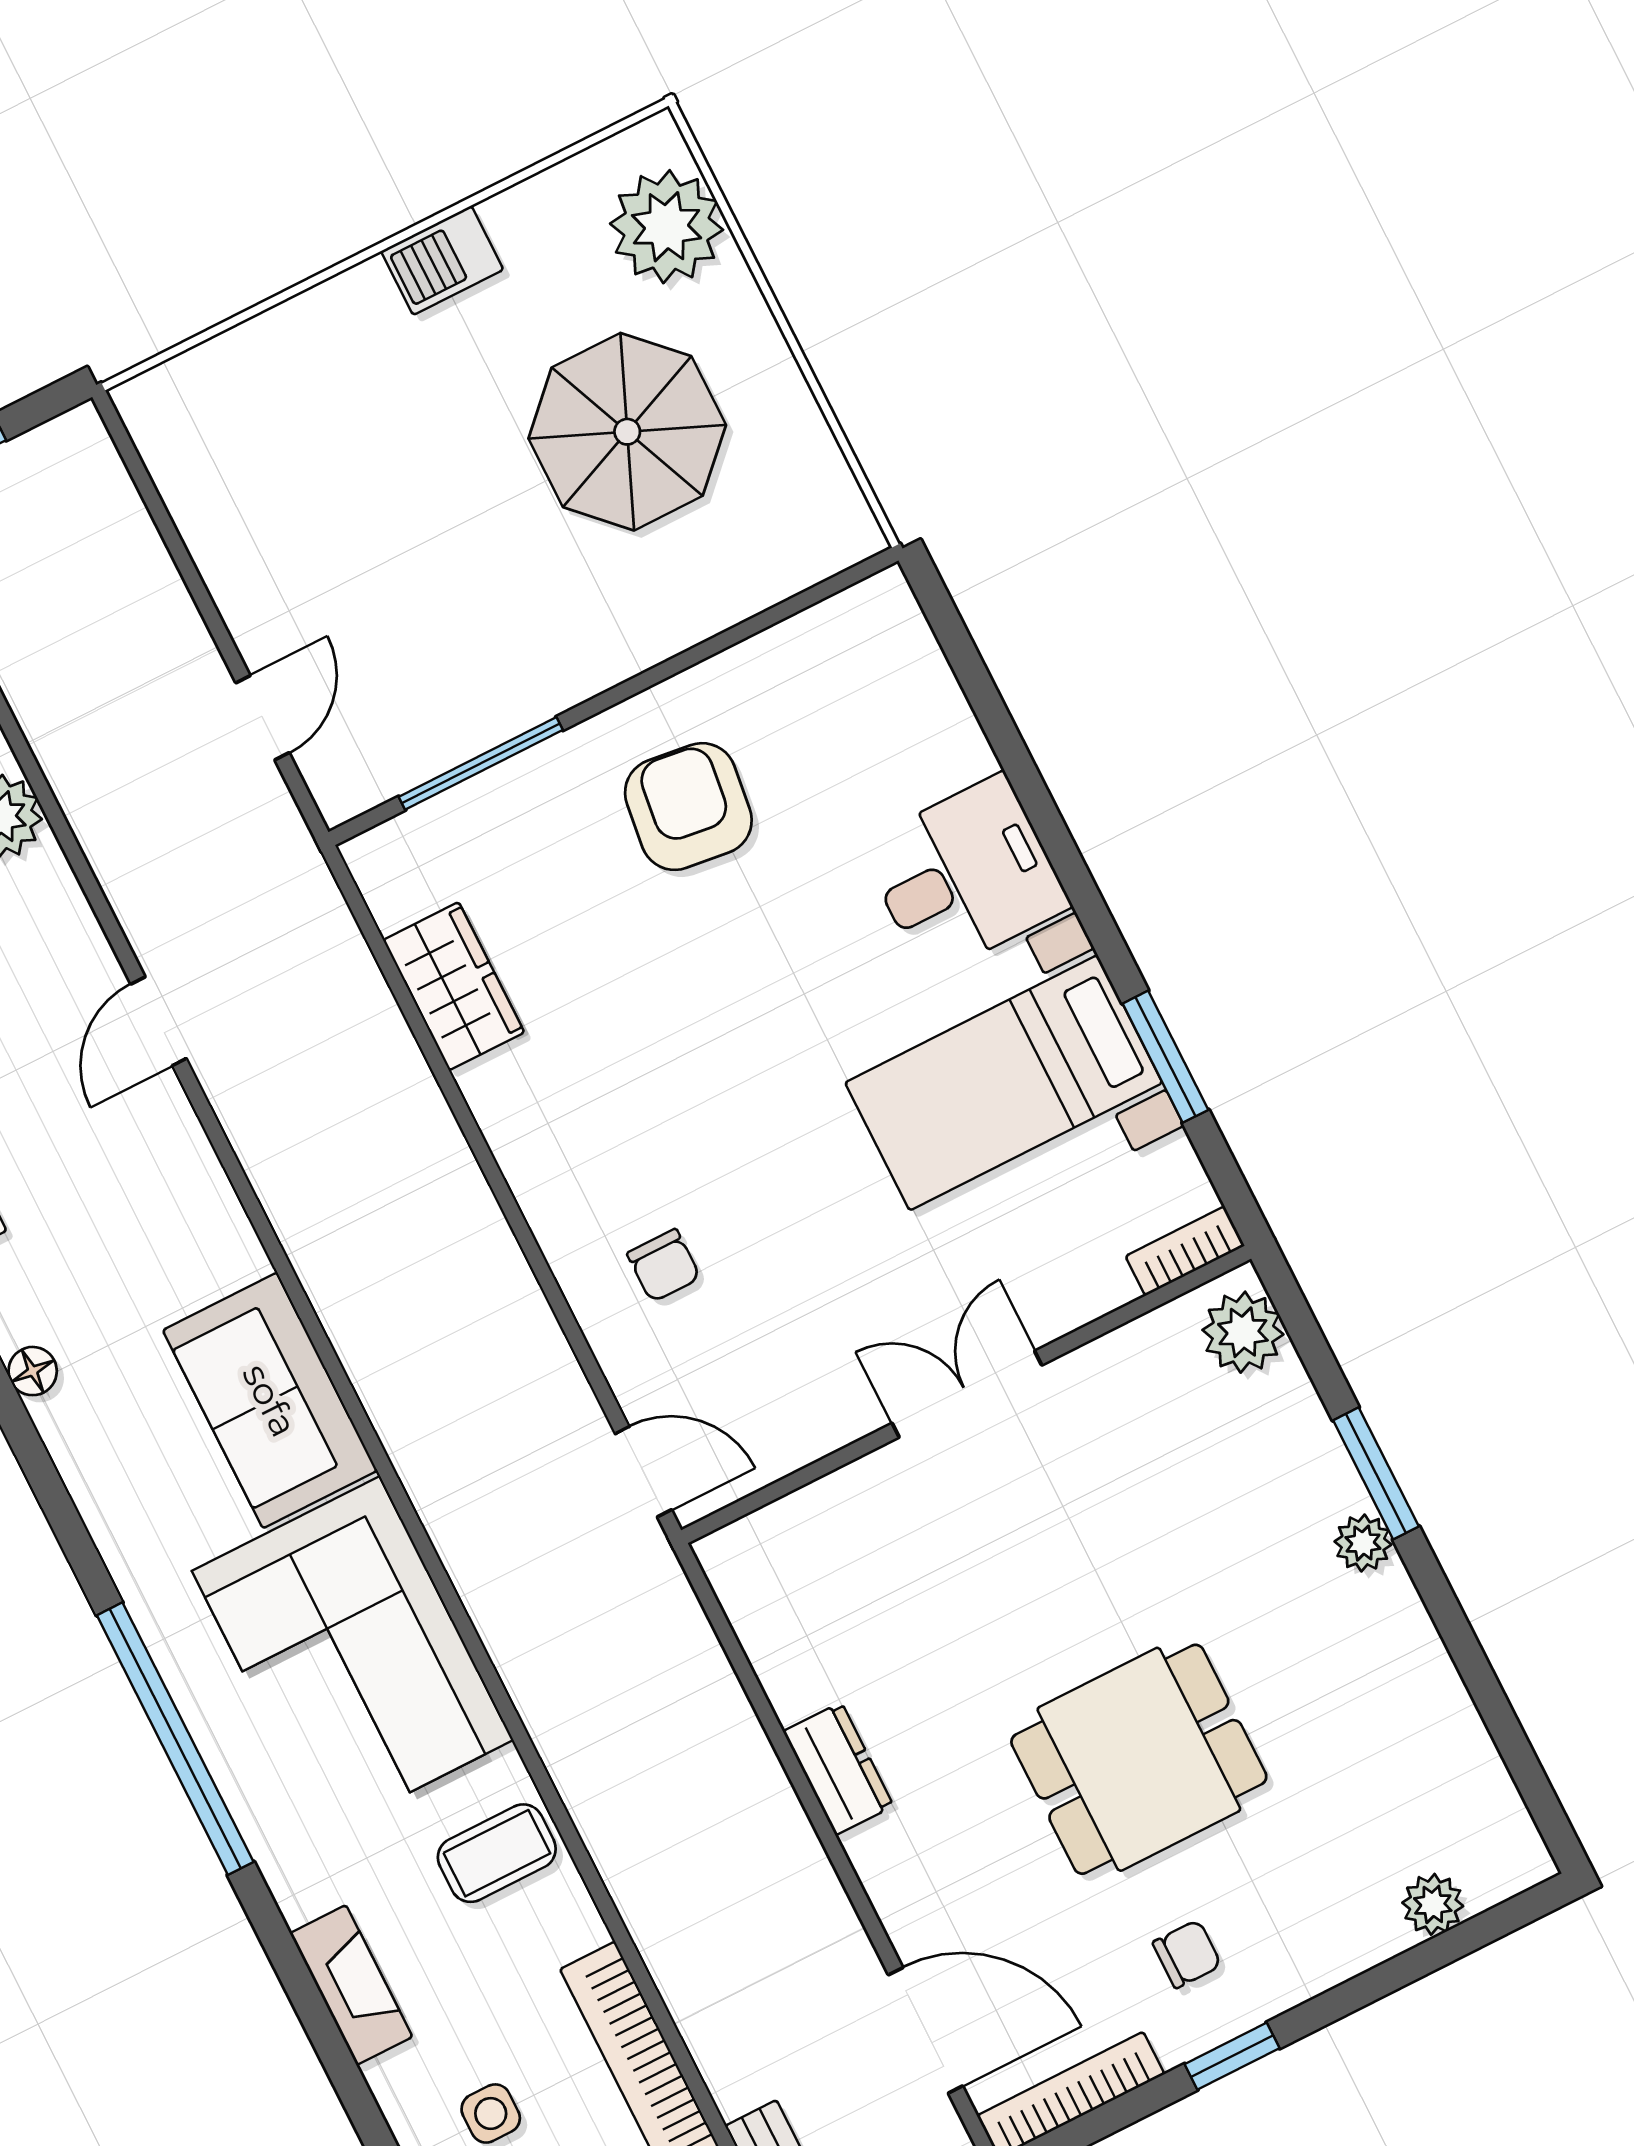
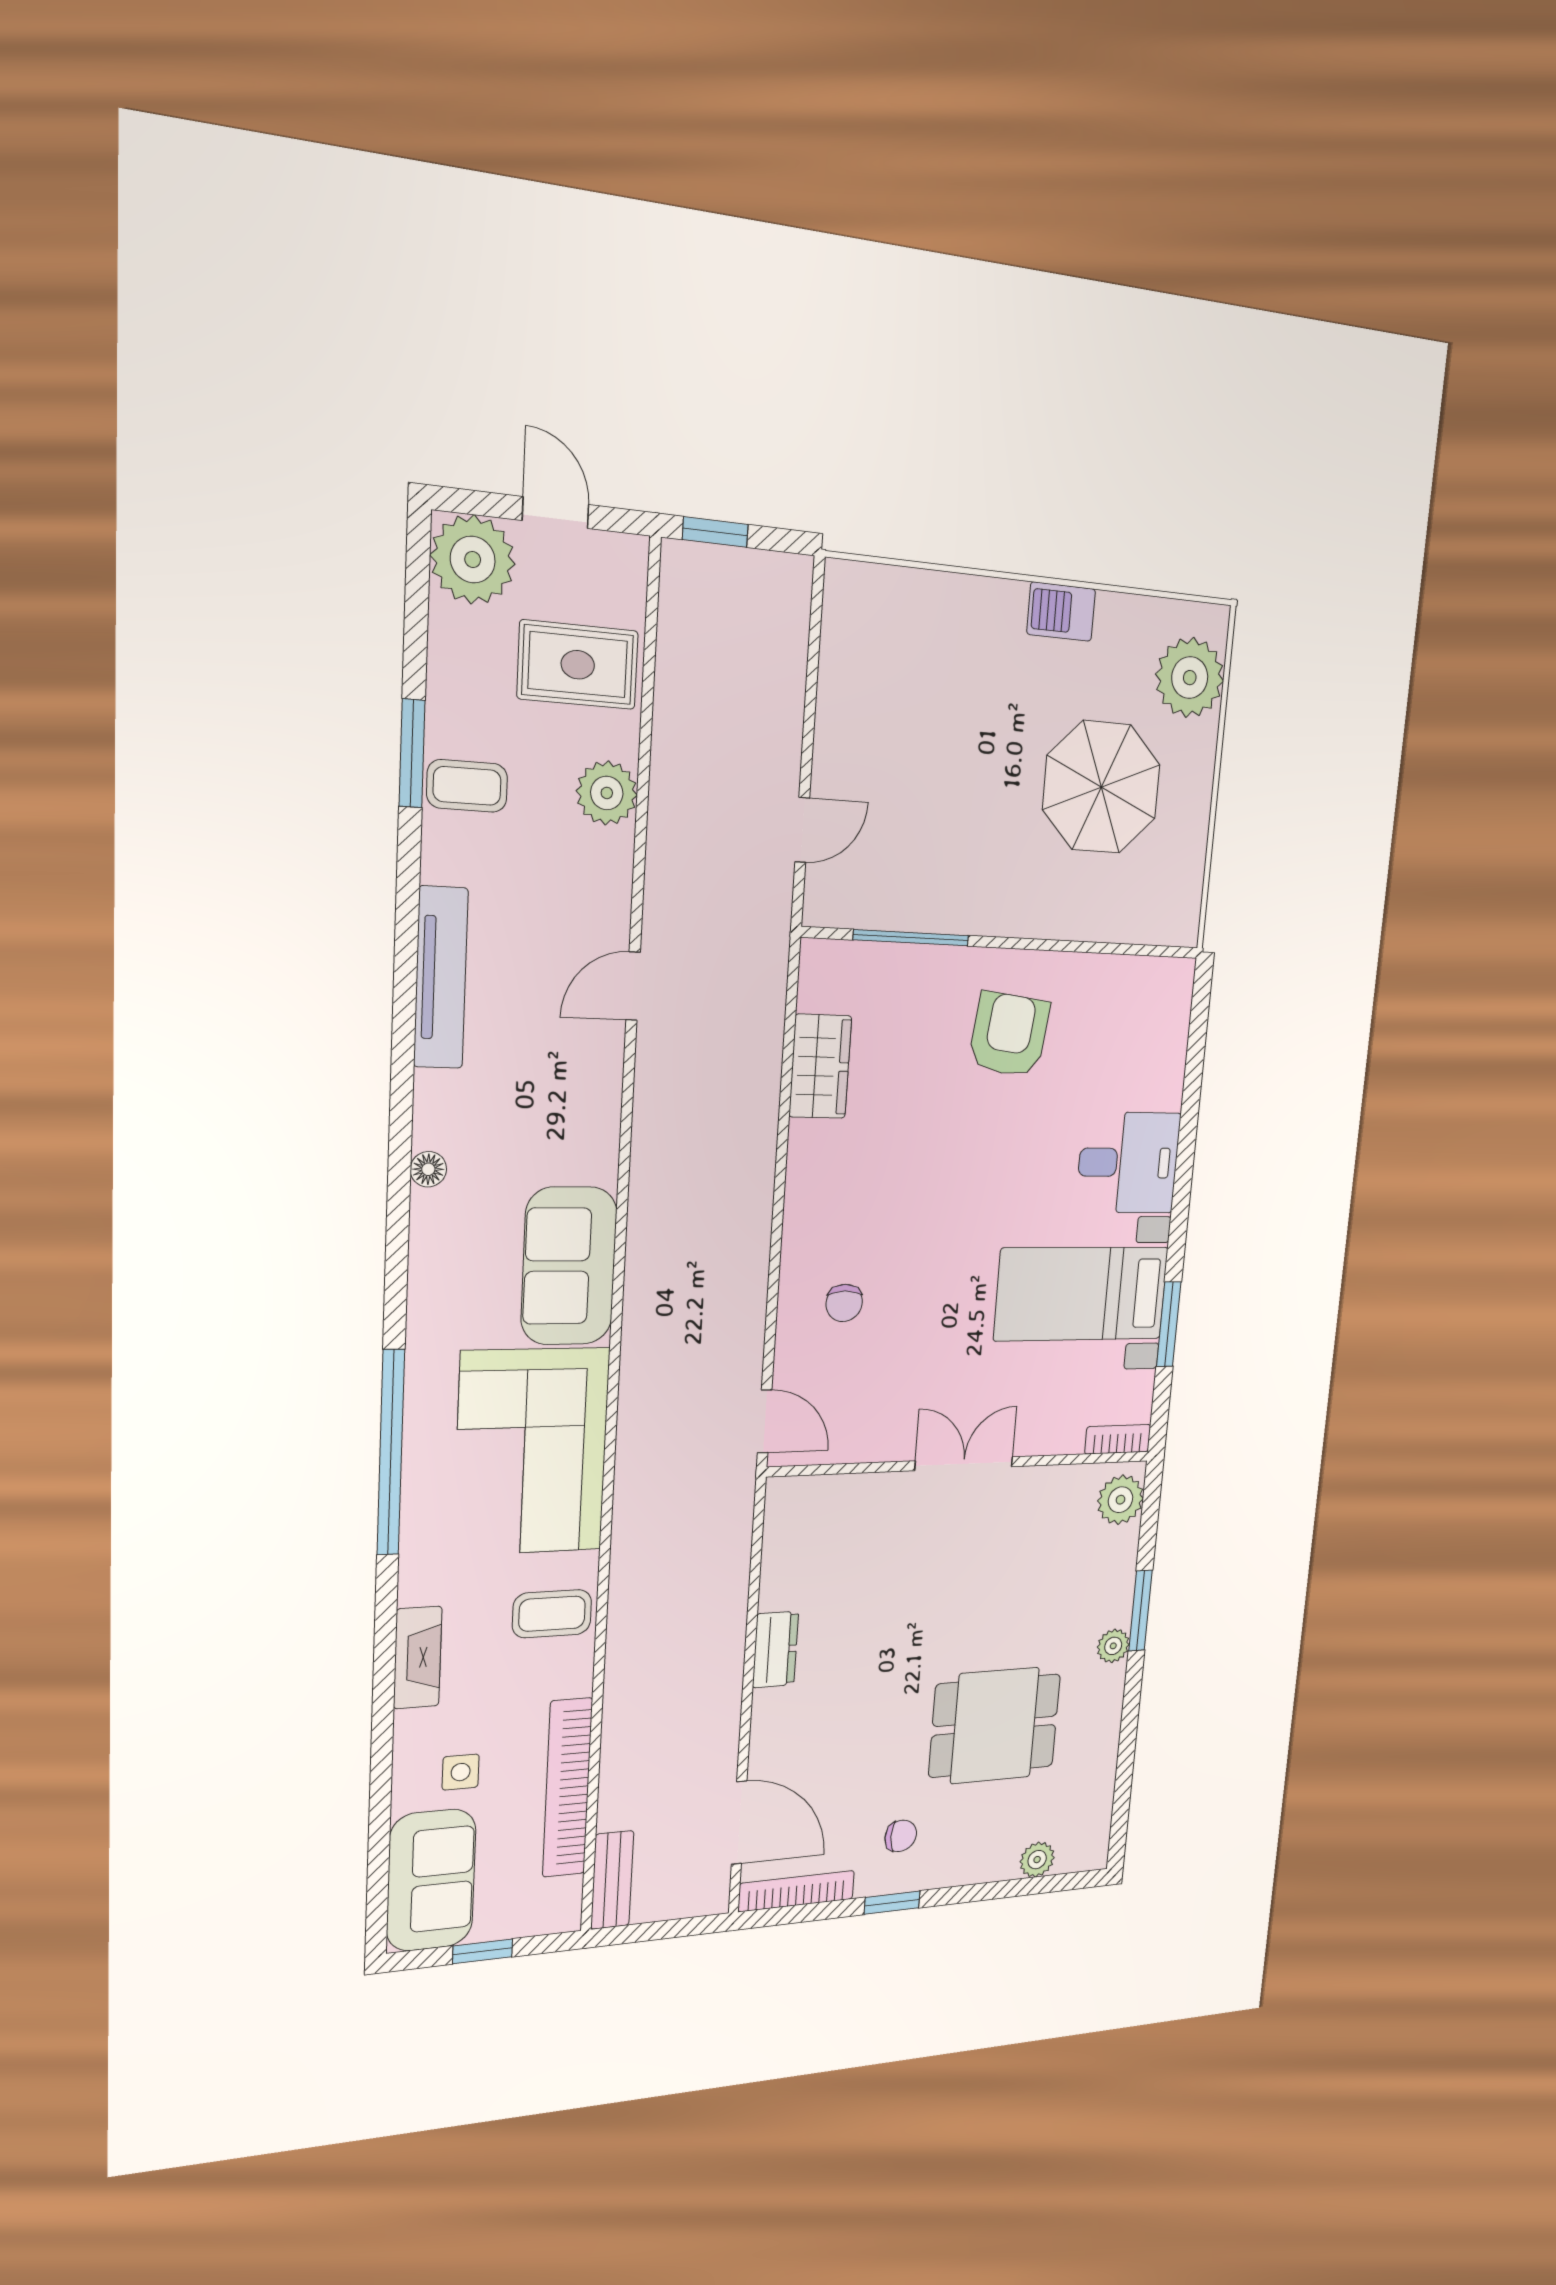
dining table: (1139, 1759) -> (995, 1726), moved

